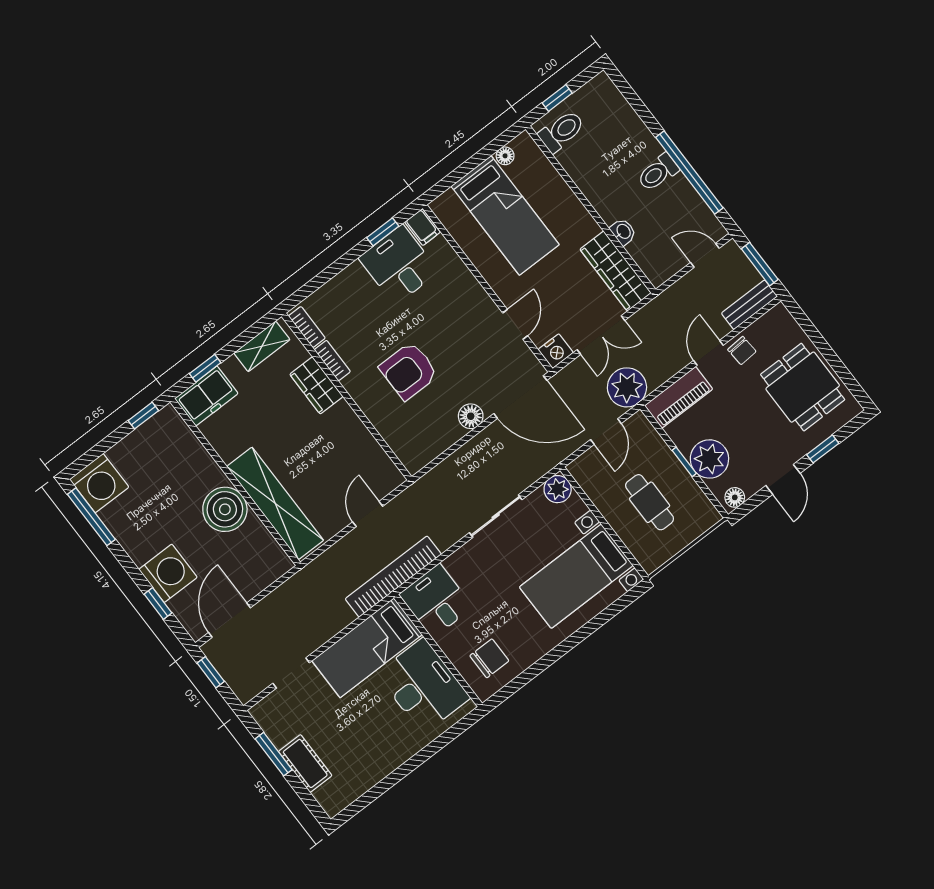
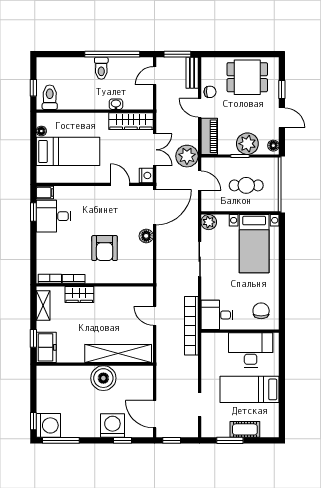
window: (143, 416) -> (33, 421), moved
bed: (367, 648) -> (250, 389), moved, turned 90

